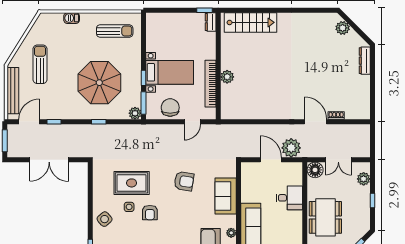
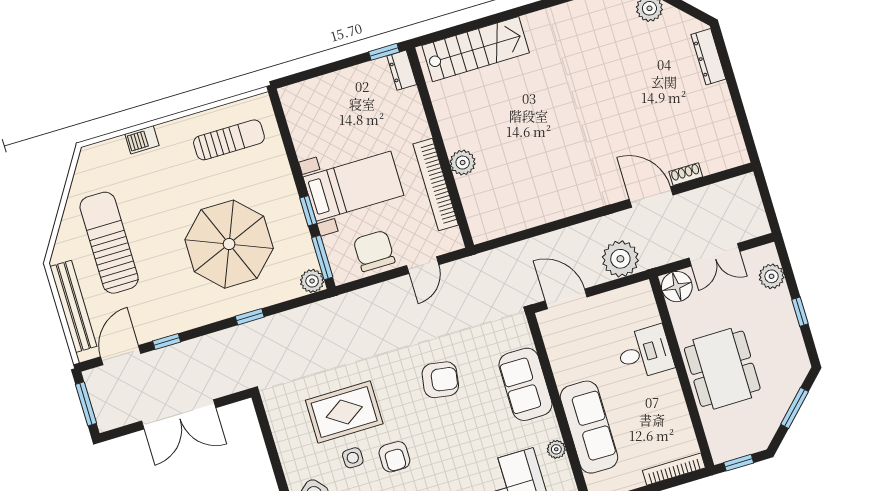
sun lounger: (40, 64) -> (109, 243), width x1.36, depth x1.34
door: (271, 160) -> (566, 299), moved

